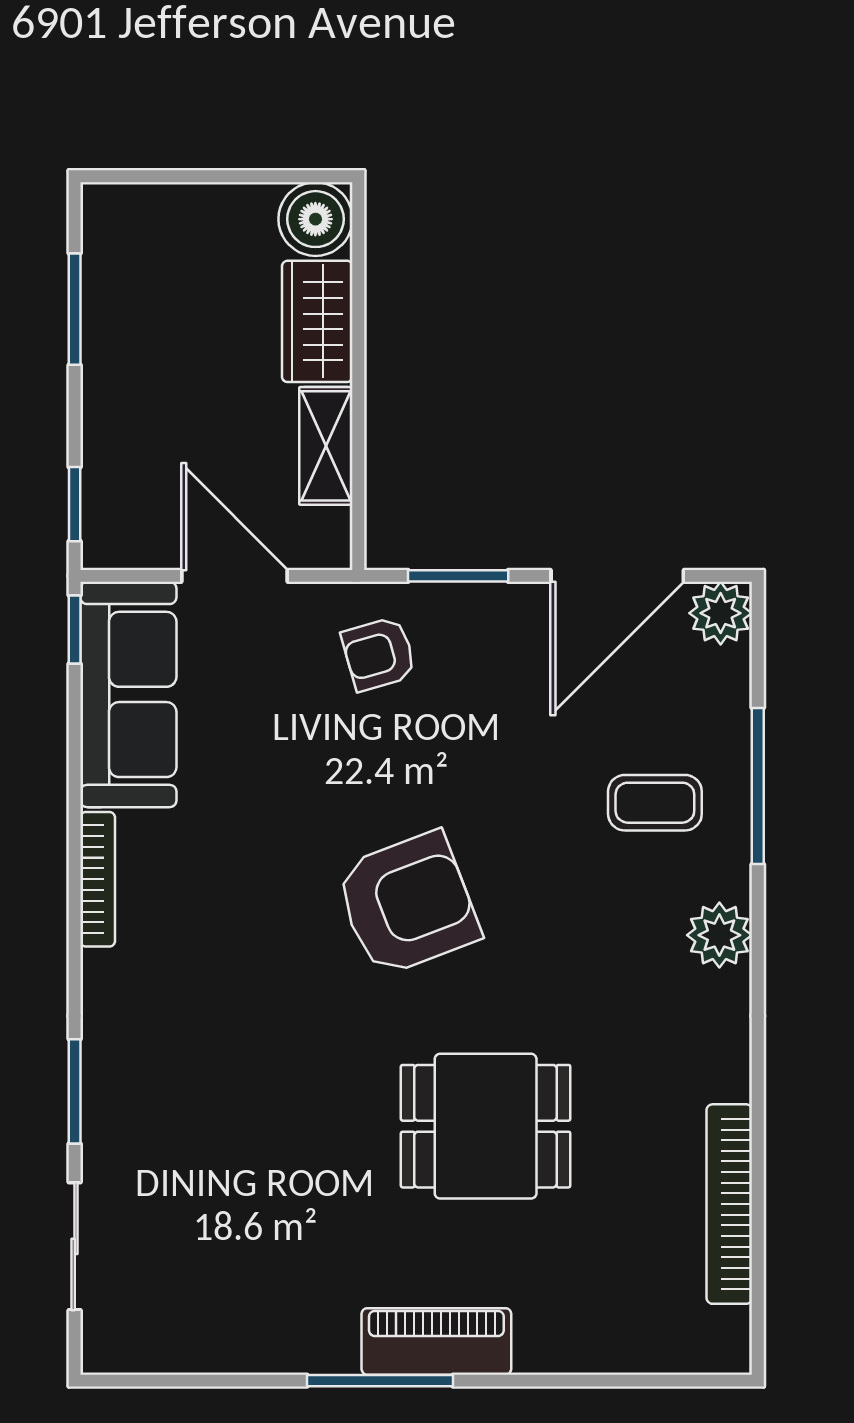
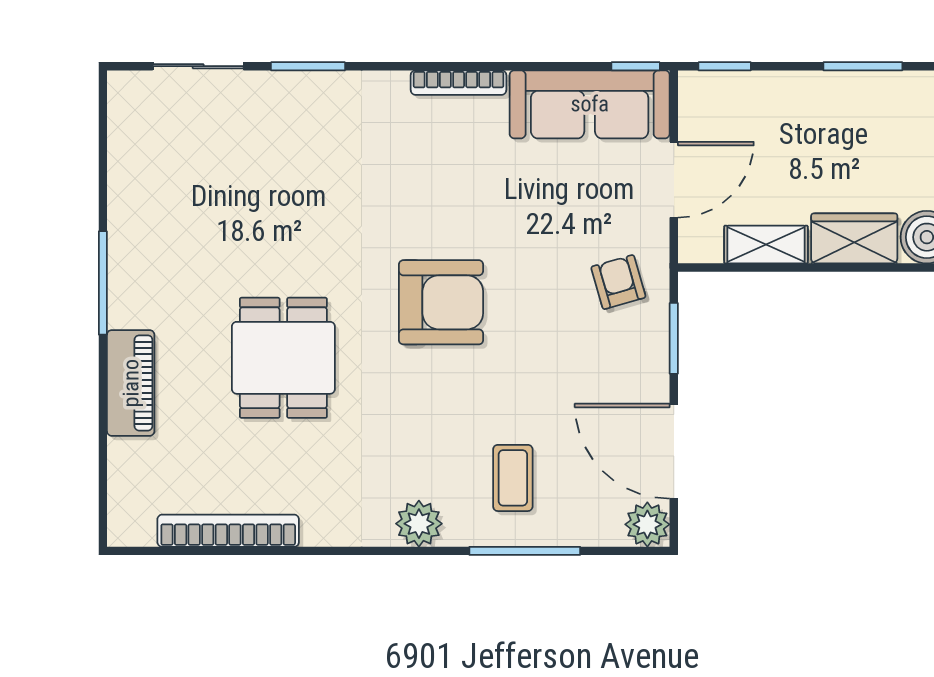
armchair: (407, 904) -> (441, 302), turned -69
piano: (436, 1341) -> (131, 383), moved

